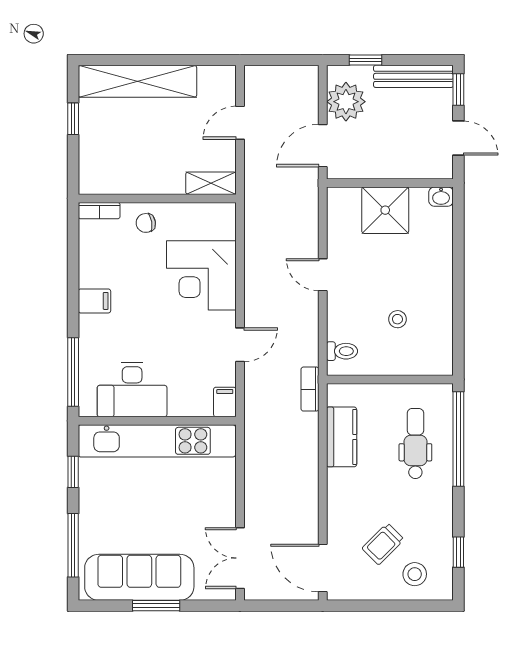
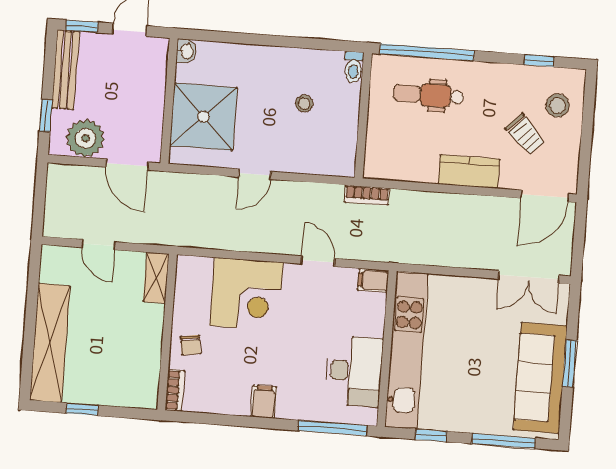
shower: (385, 210) -> (203, 117), width x1.37, depth x1.37
toilet: (342, 351) -> (354, 67), moved, turned 180
kitchen counter: (342, 437) -> (469, 172), moved

